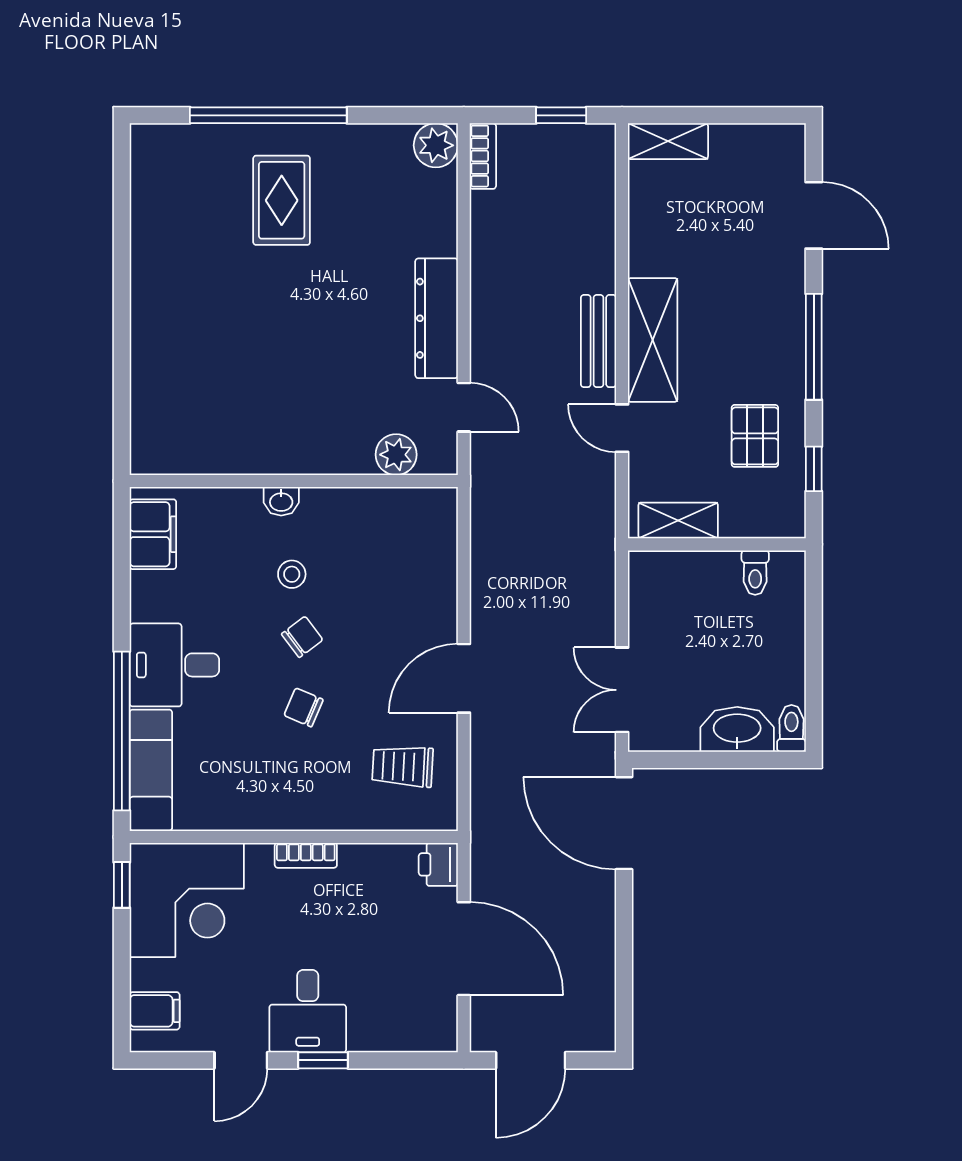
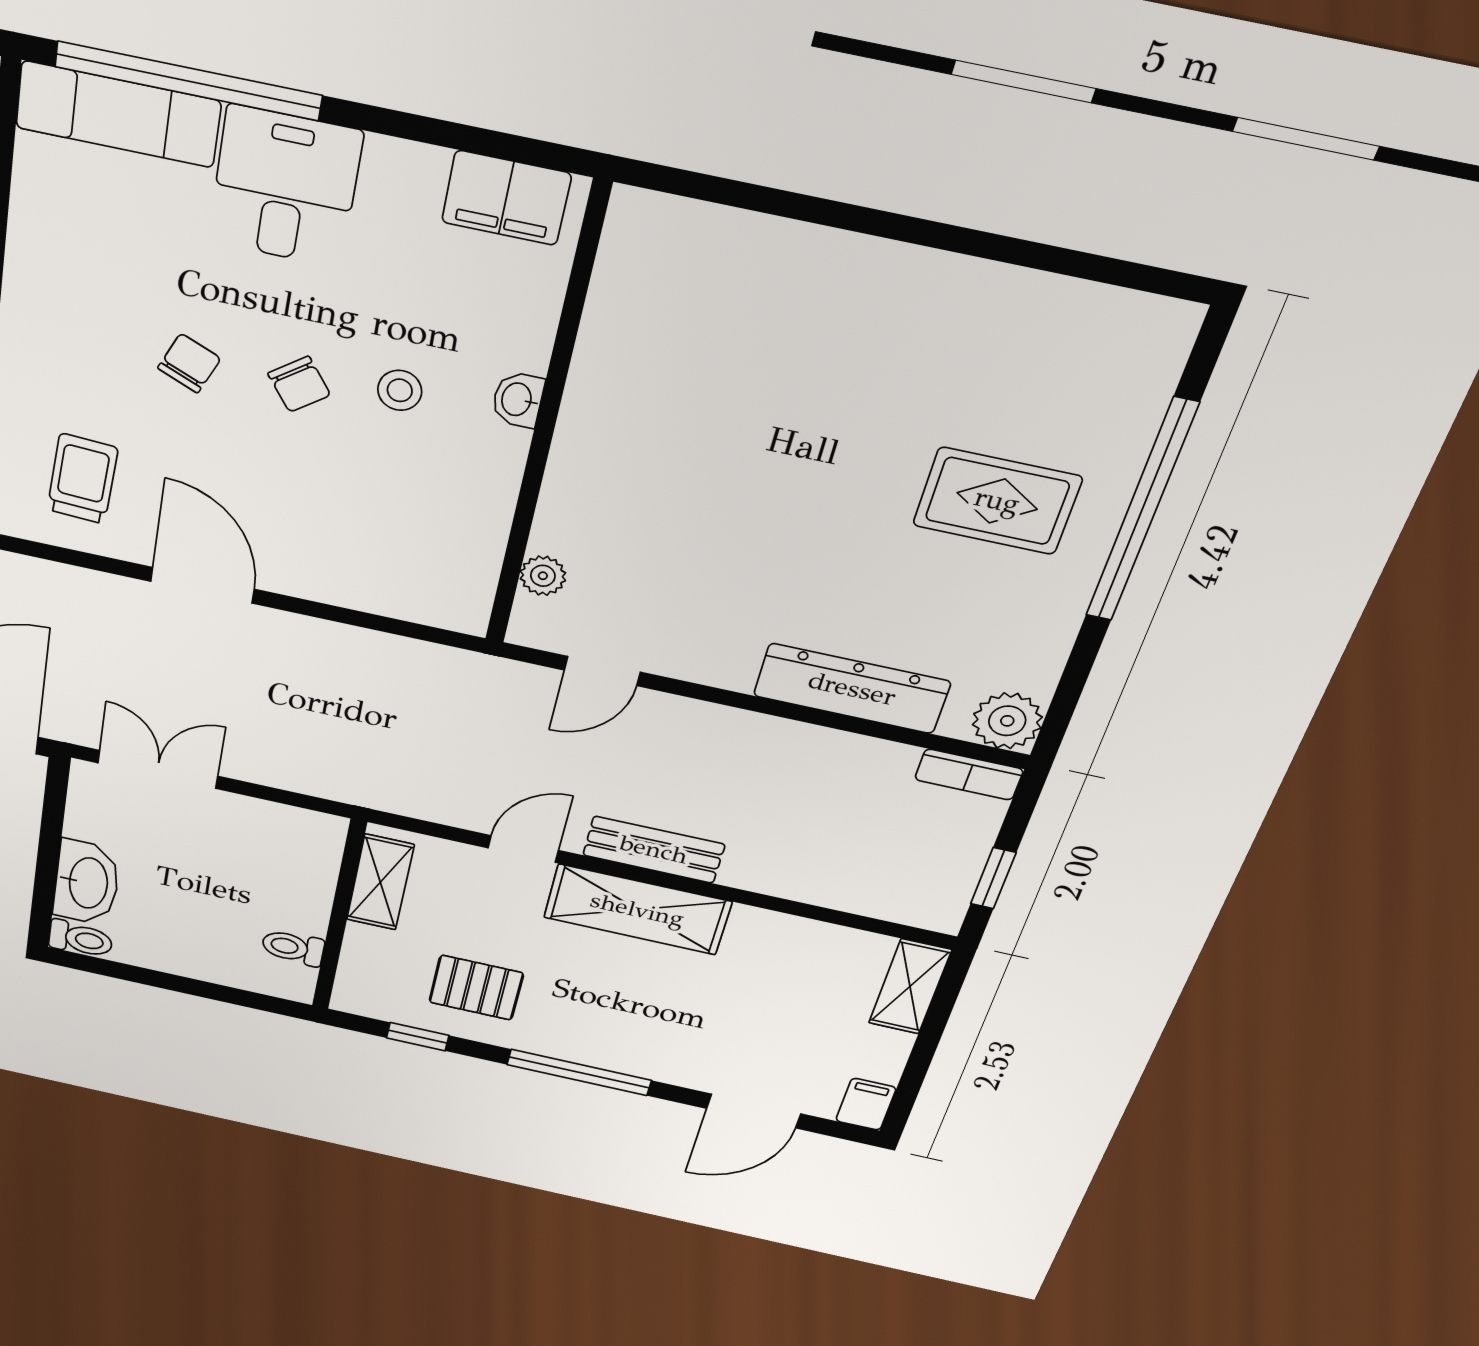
filing cabinet: (784, 140) -> (866, 1104), added
dresser: (437, 318) -> (852, 689), moved
plant: (396, 455) -> (543, 576), width x0.73, depth x0.73

